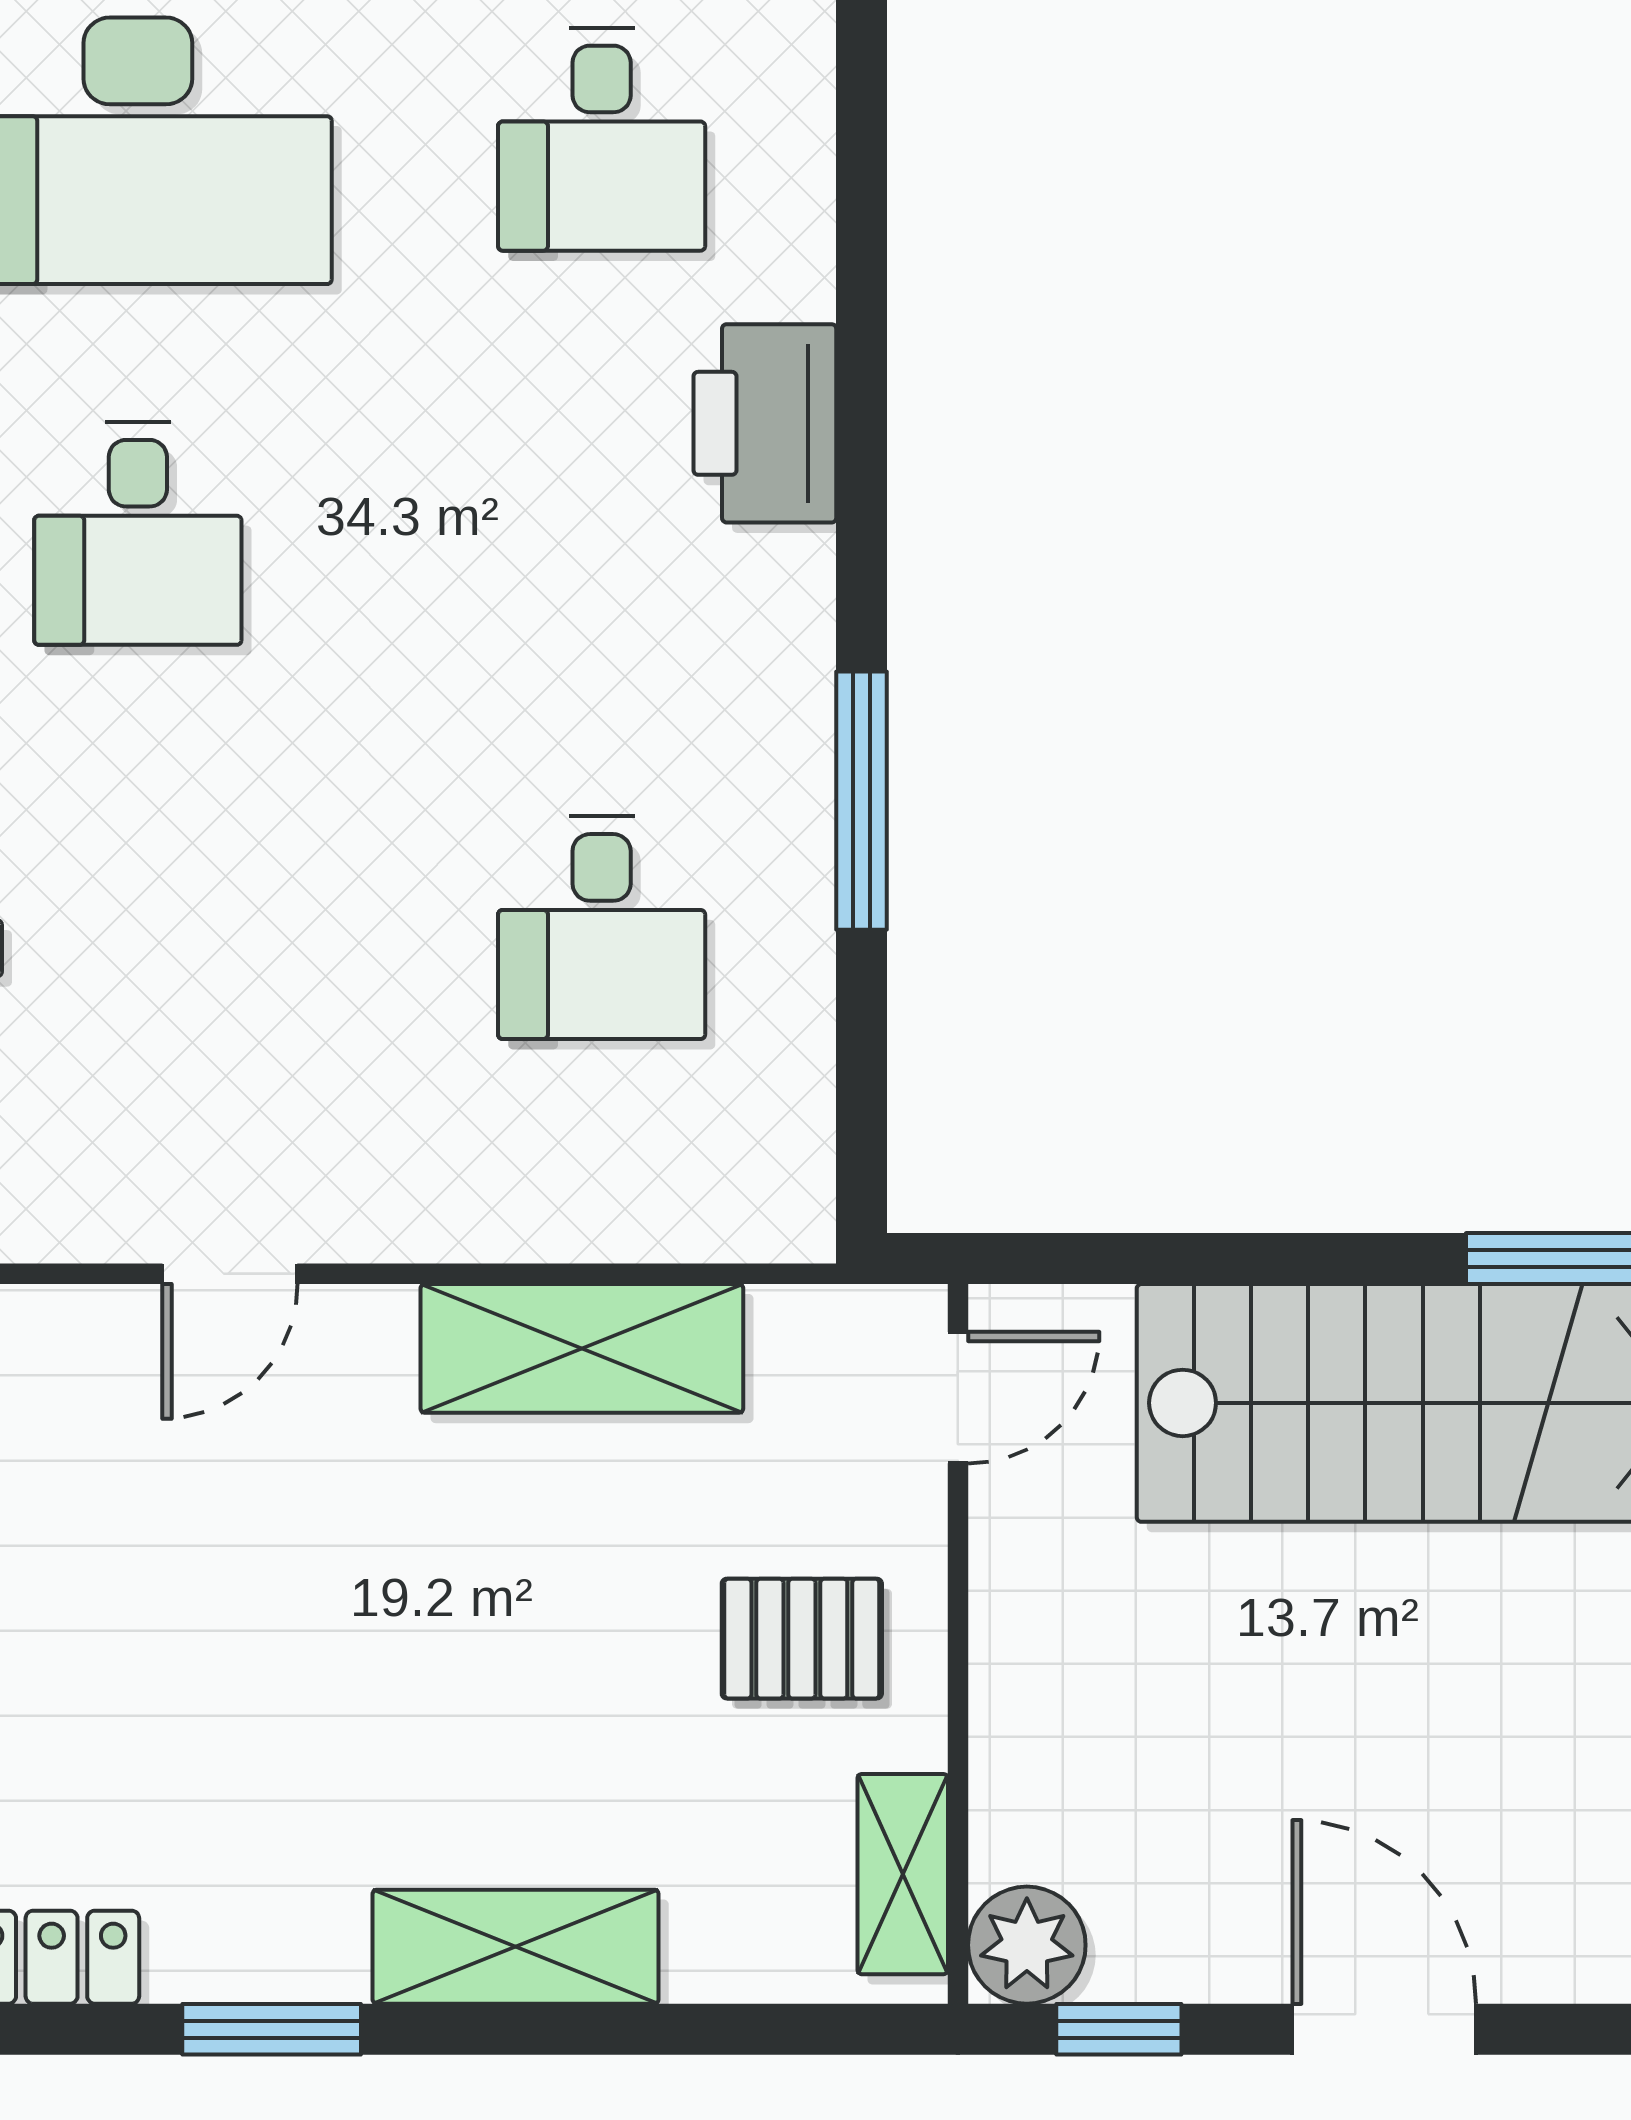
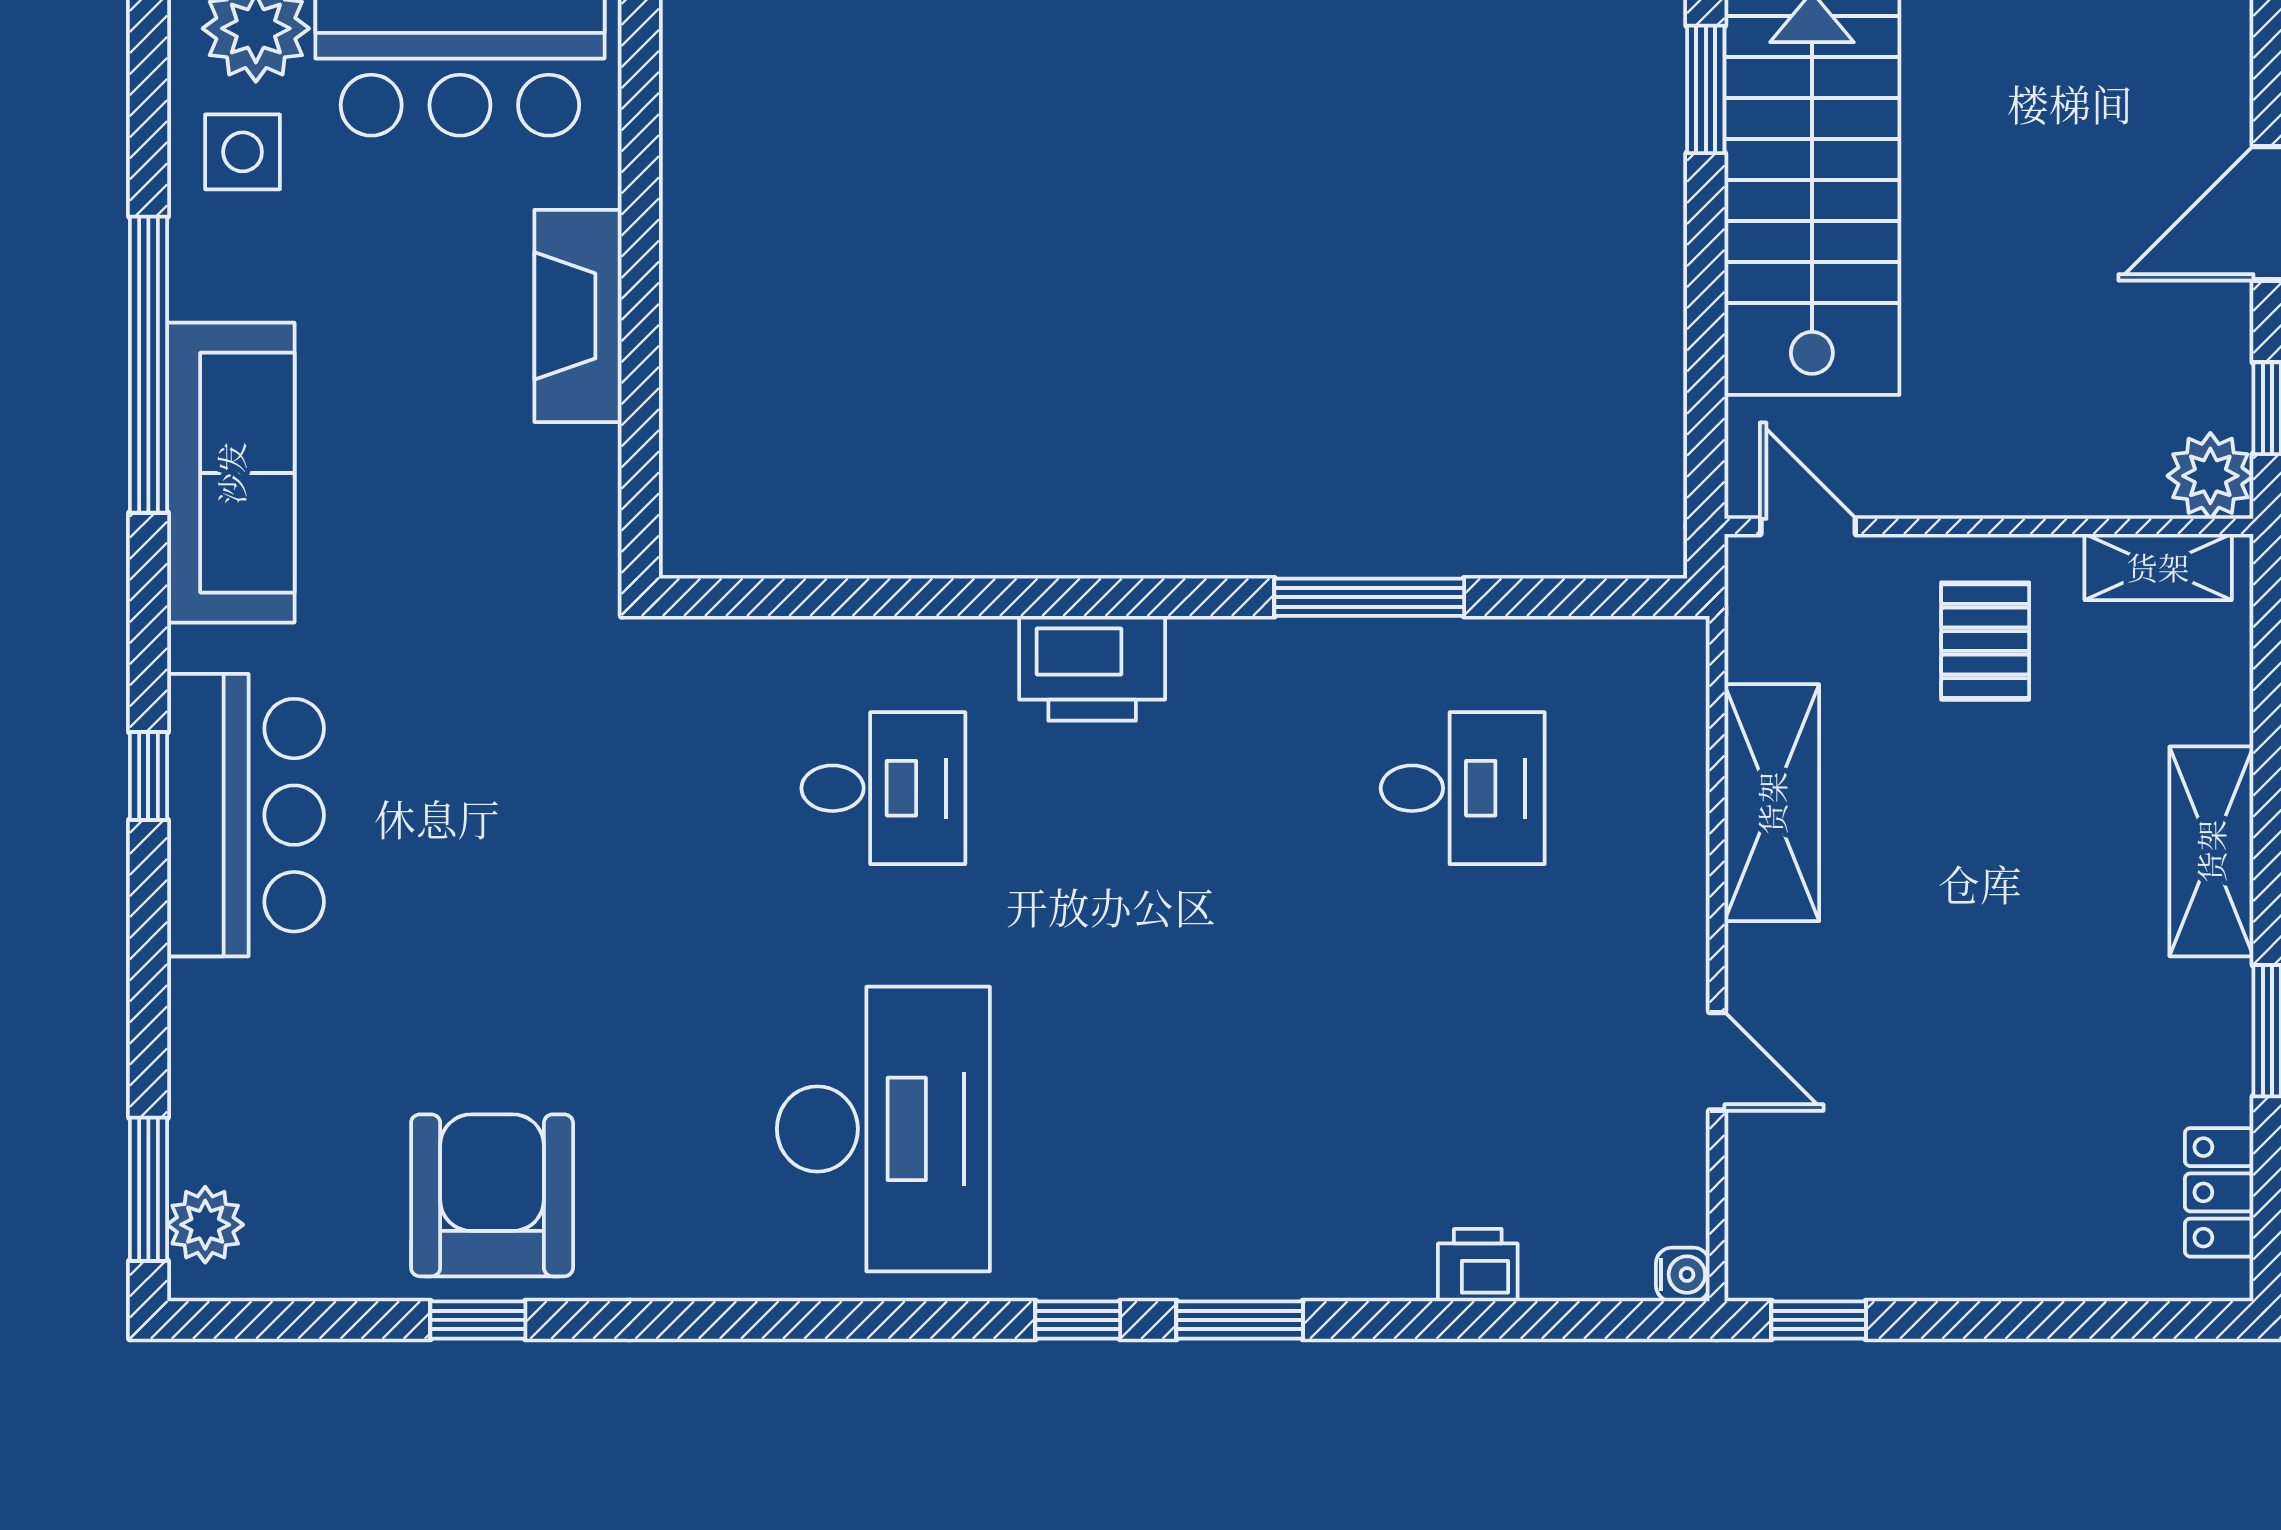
desk: (138, 533) -> (1173, 1129), removed

